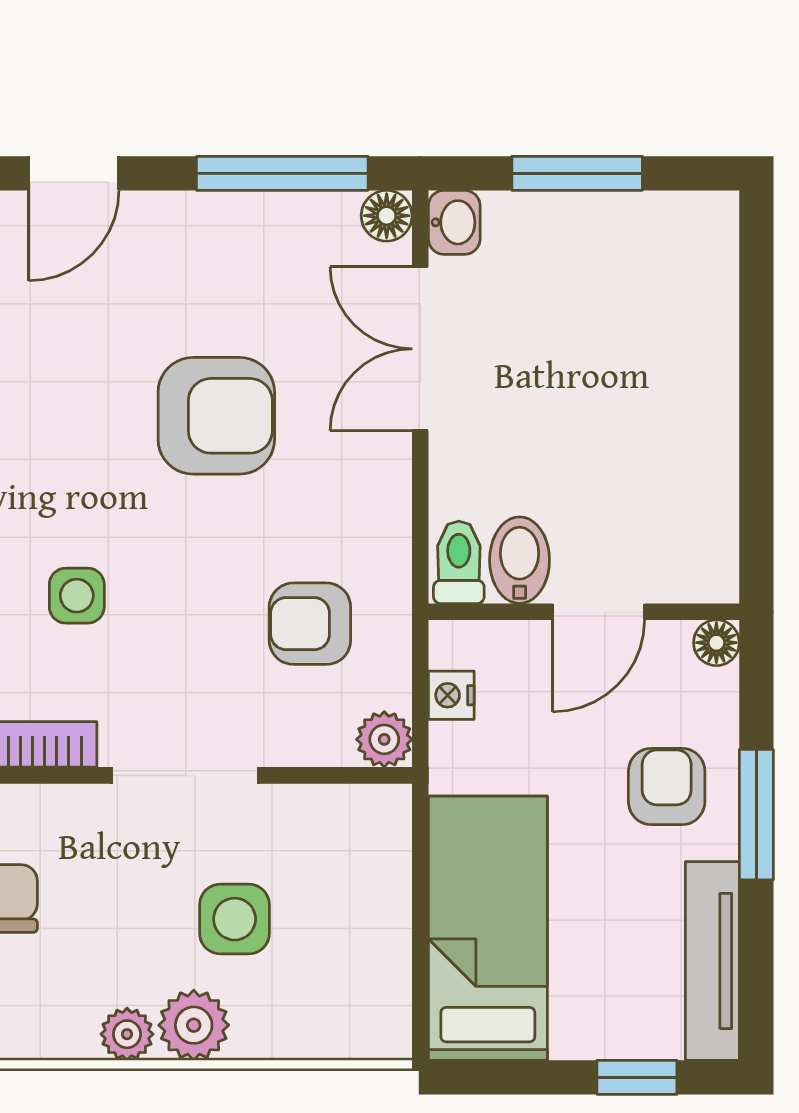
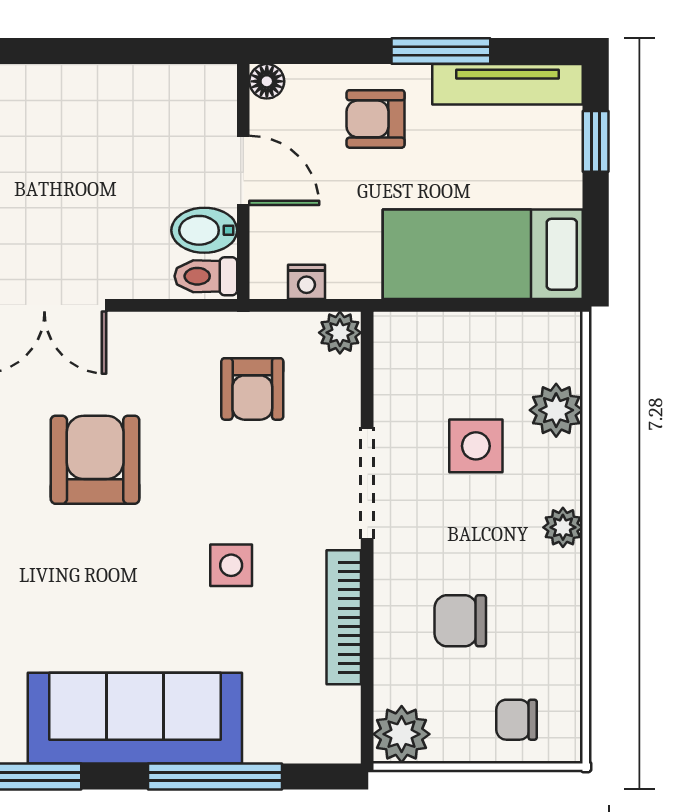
window: (756, 815) -> (441, 51), moved
plant: (194, 1025) -> (556, 410), moved

